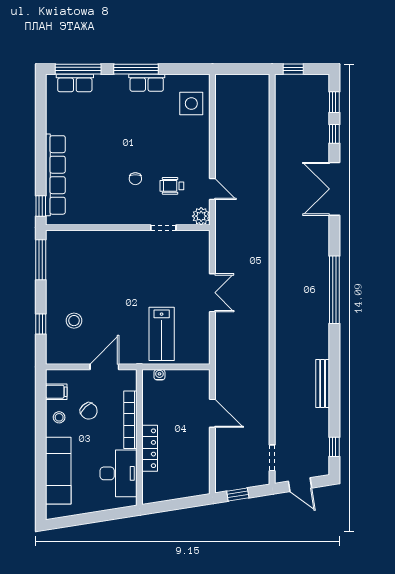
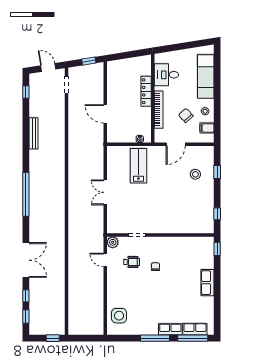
row of seats: (147, 83) -> (170, 329), moved
row of seats: (55, 175) -> (208, 283), width x0.50
window: (41, 260) -> (217, 214), width x0.46
desk: (119, 473) -> (166, 75), width x0.73

